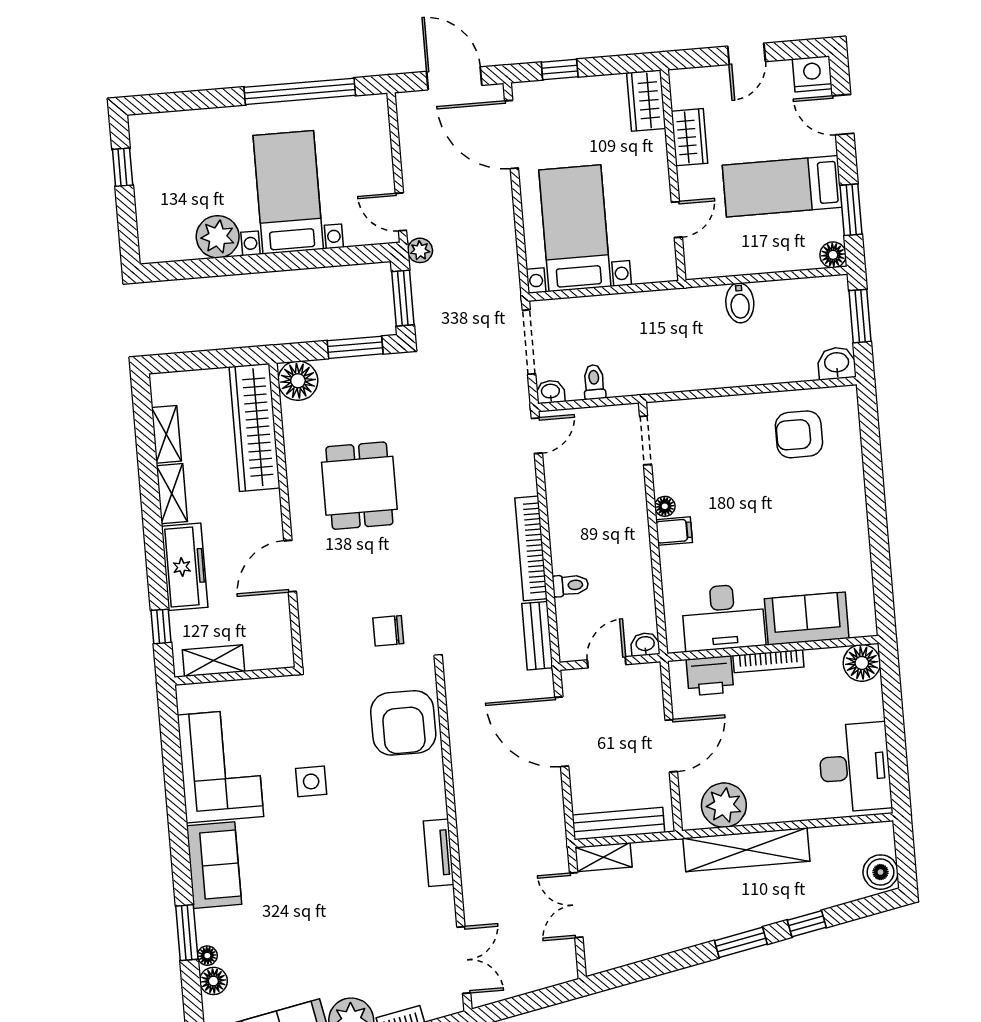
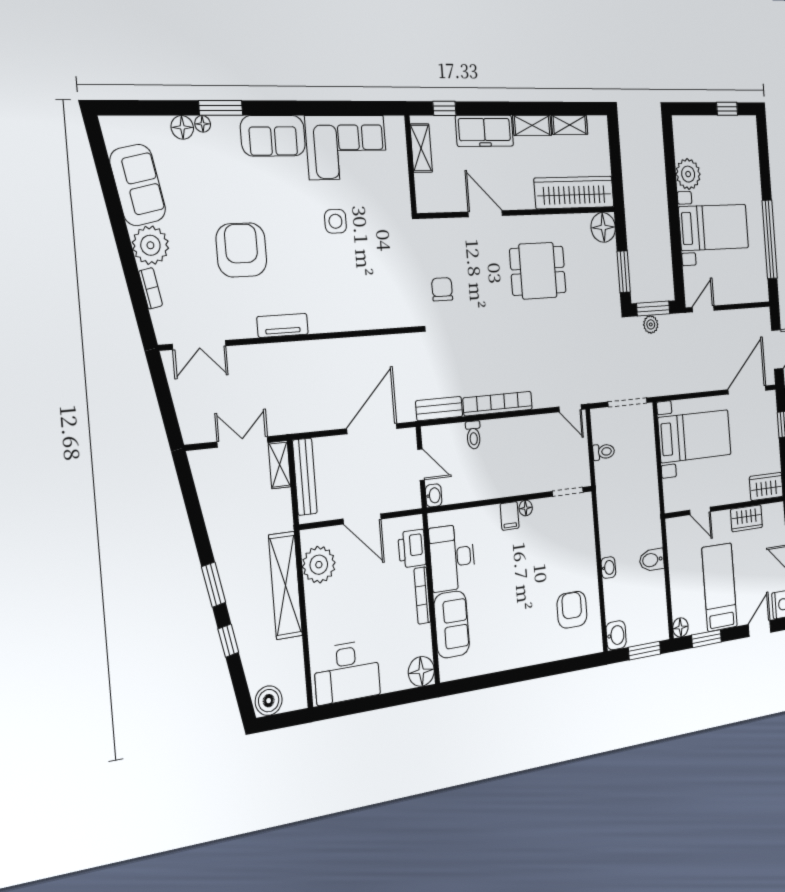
plant: (420, 250) -> (651, 324), moved
washbasin: (550, 392) -> (608, 568), moved
armchair: (403, 723) -> (241, 250), moved, turned 90

